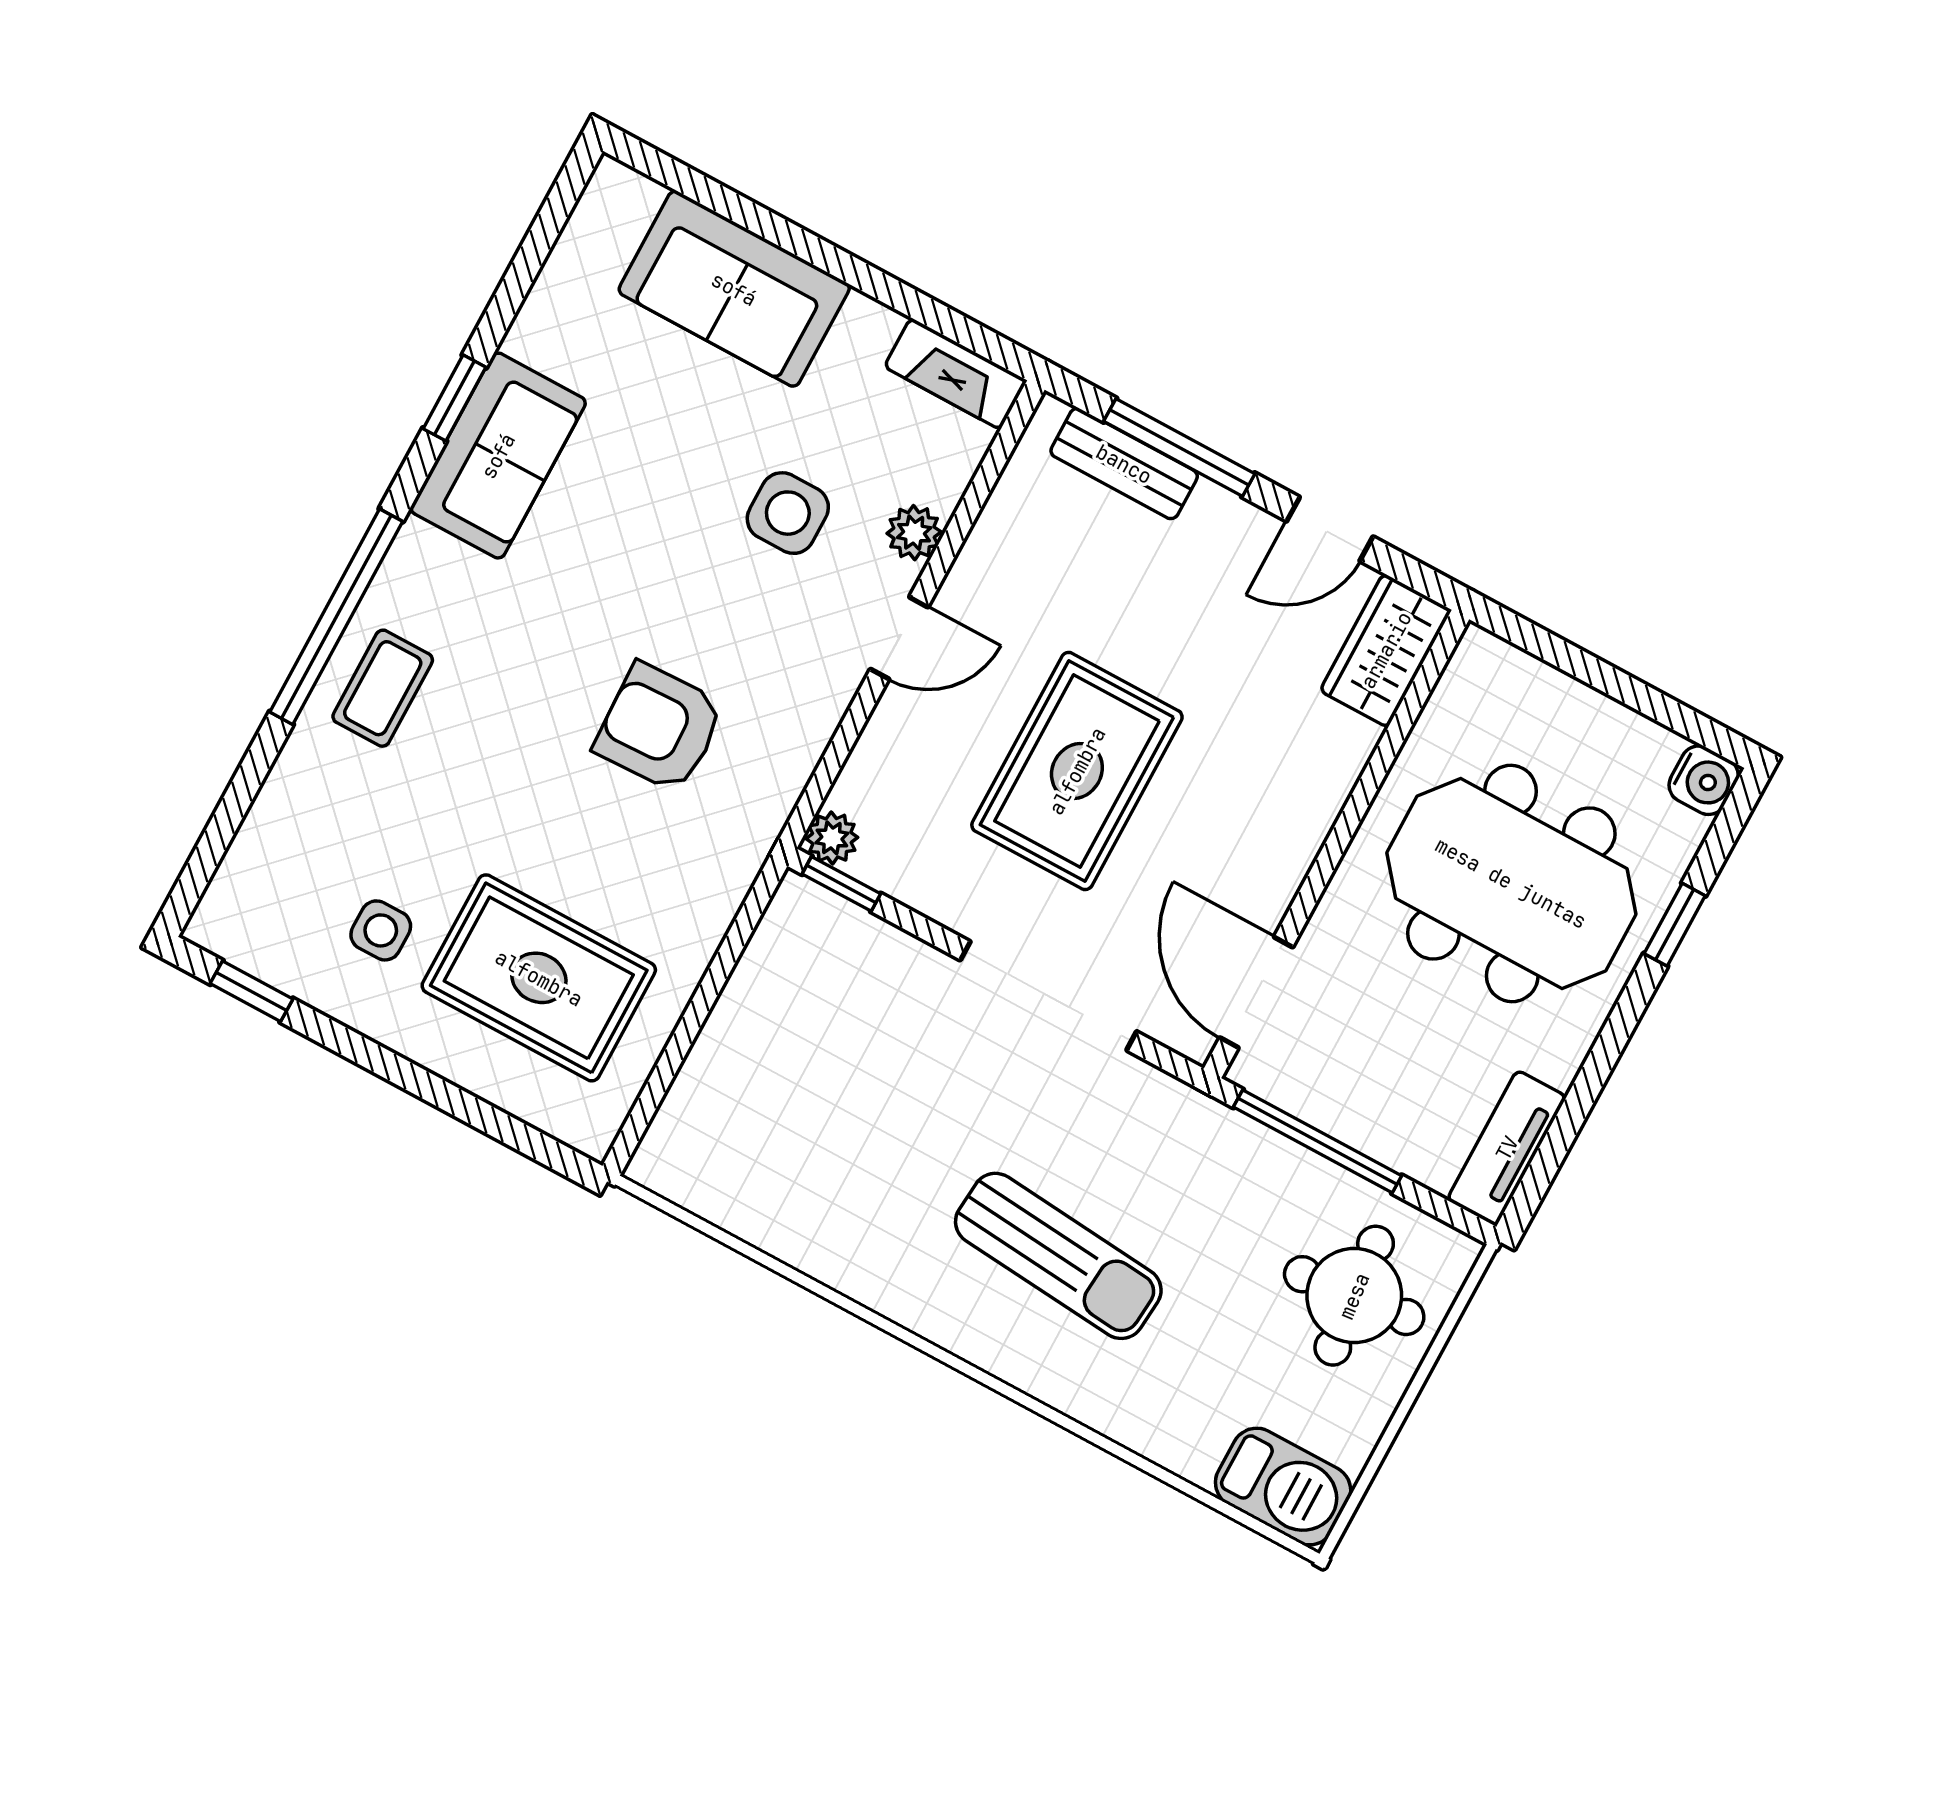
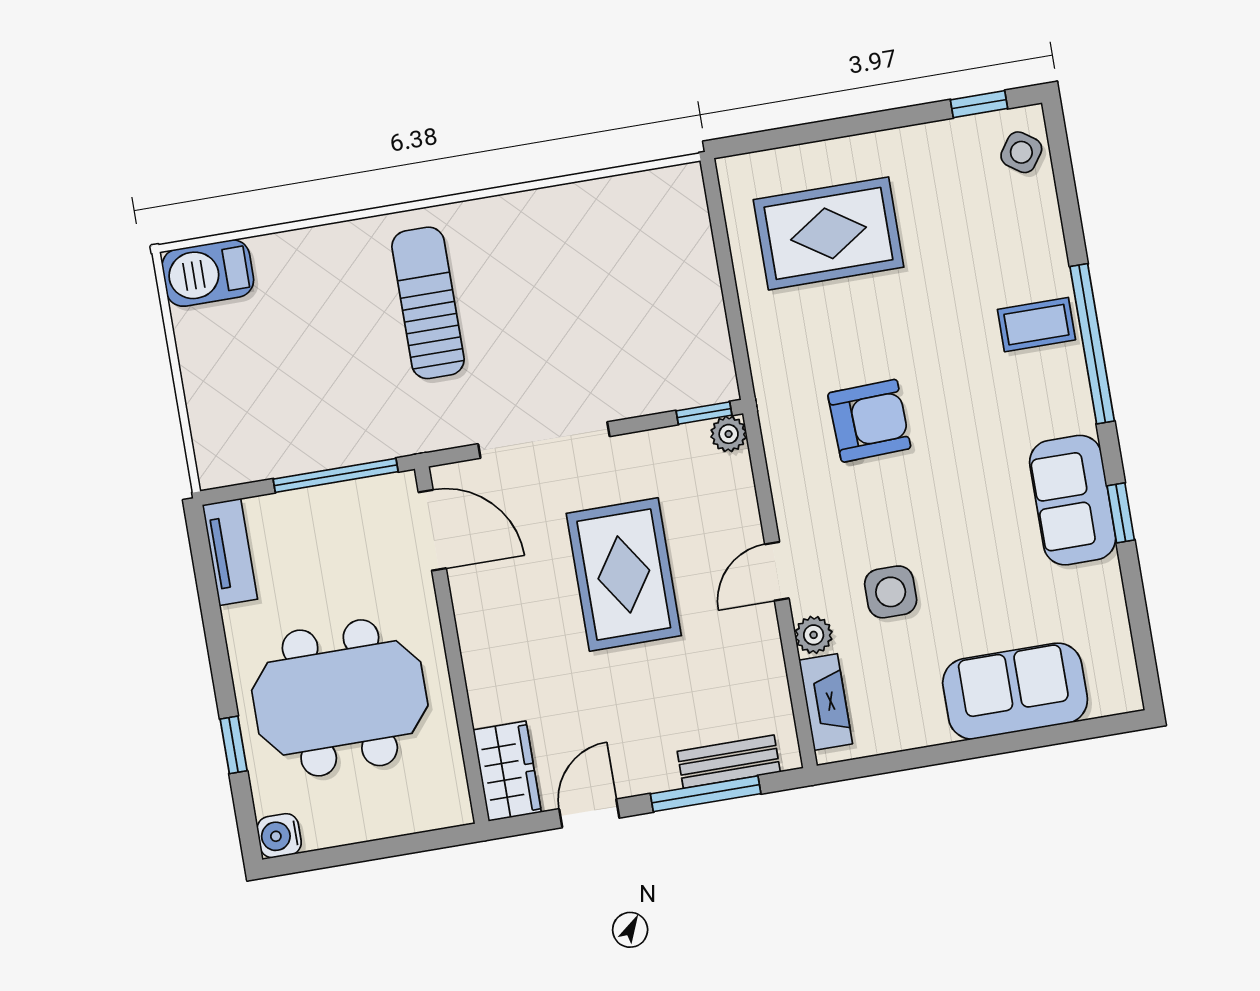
fireplace: (956, 374) -> (826, 702), moved, turned 90
coffee table: (383, 688) -> (1036, 325), turned 90
side table: (381, 930) -> (1021, 152), moved, turned 35
sun lounger: (1058, 1256) -> (428, 303), turned 85
round table: (1354, 1296) -> (250, 407), removed

